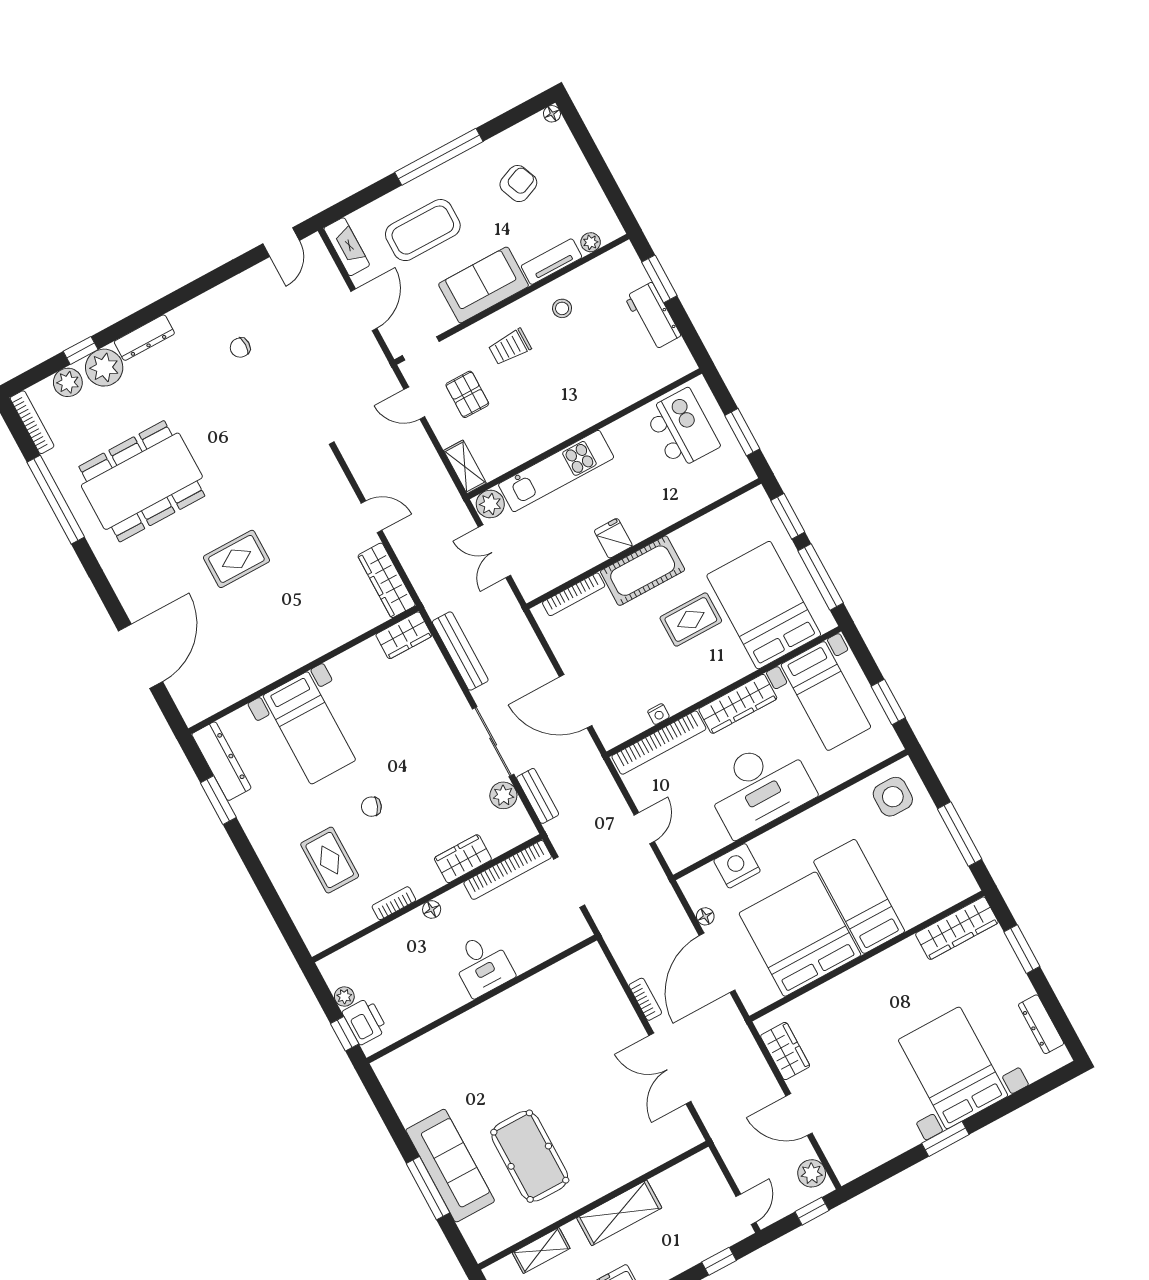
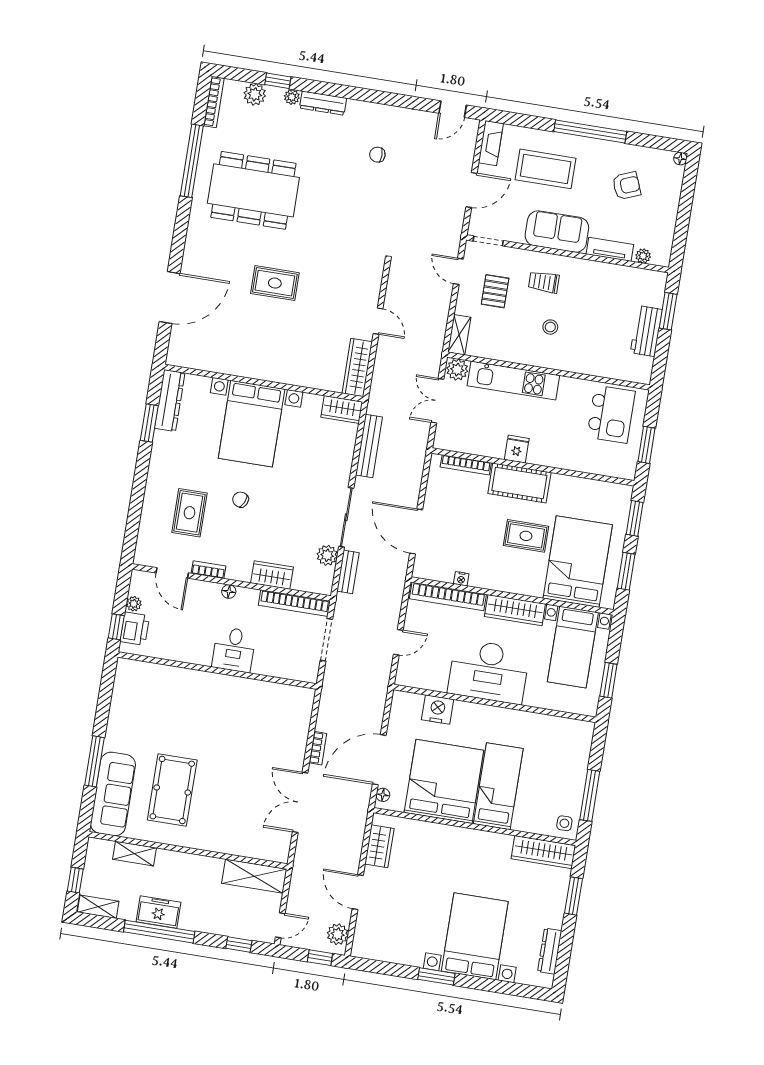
stool: (562, 308) -> (550, 327), moved
plant: (104, 368) -> (292, 97), width x0.53, depth x0.53
window: (821, 577) -> (626, 571), width x0.69
bed with nightstands: (309, 728) -> (252, 424), width x1.36
side table: (893, 797) -> (564, 823), moved, width x0.54, depth x0.54
floor lamp: (705, 916) -> (383, 795), moved
door: (359, 935) -> (172, 573), added
sofa: (450, 1166) -> (113, 794), moved
shelving: (619, 1213) -> (254, 876), moved

